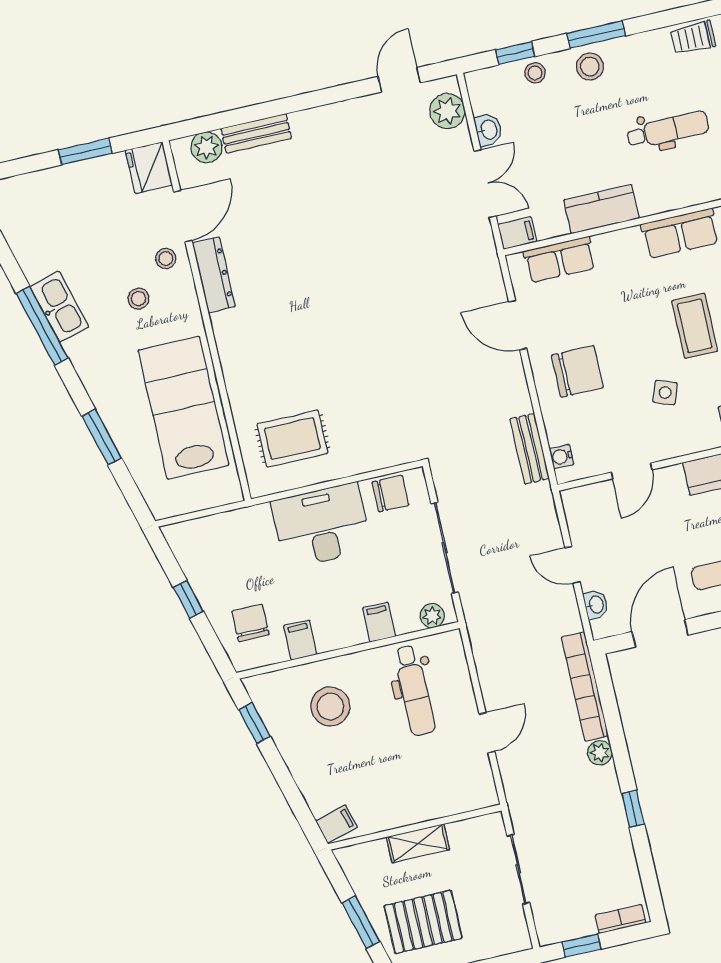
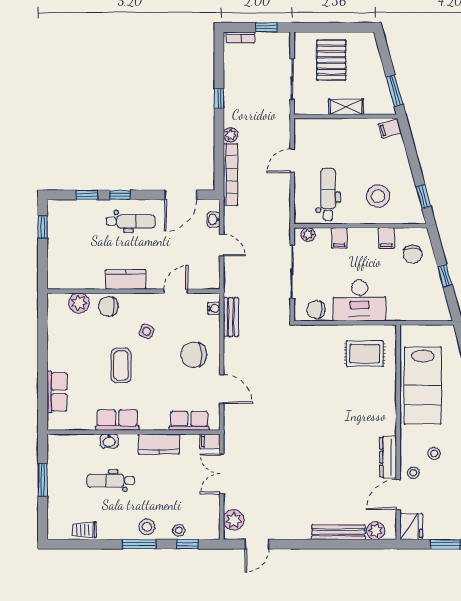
trolley: (693, 38) -> (84, 530), turned 180
washbasin: (488, 130) -> (109, 441), moved, turned -90
bench: (256, 133) -> (338, 532), width x1.36
window: (361, 922) -> (395, 91), moved
pallet: (423, 922) -> (331, 60), moved, turned 90

